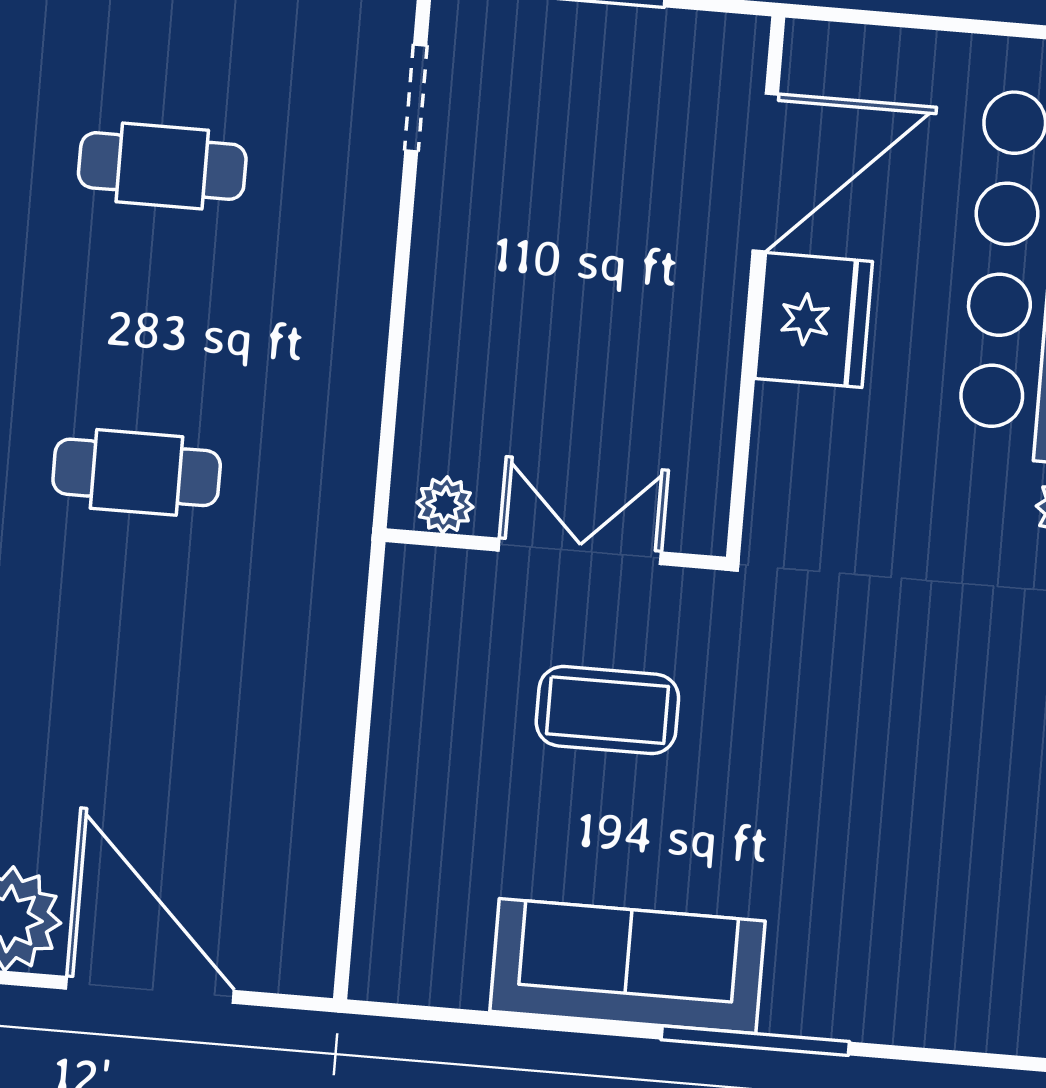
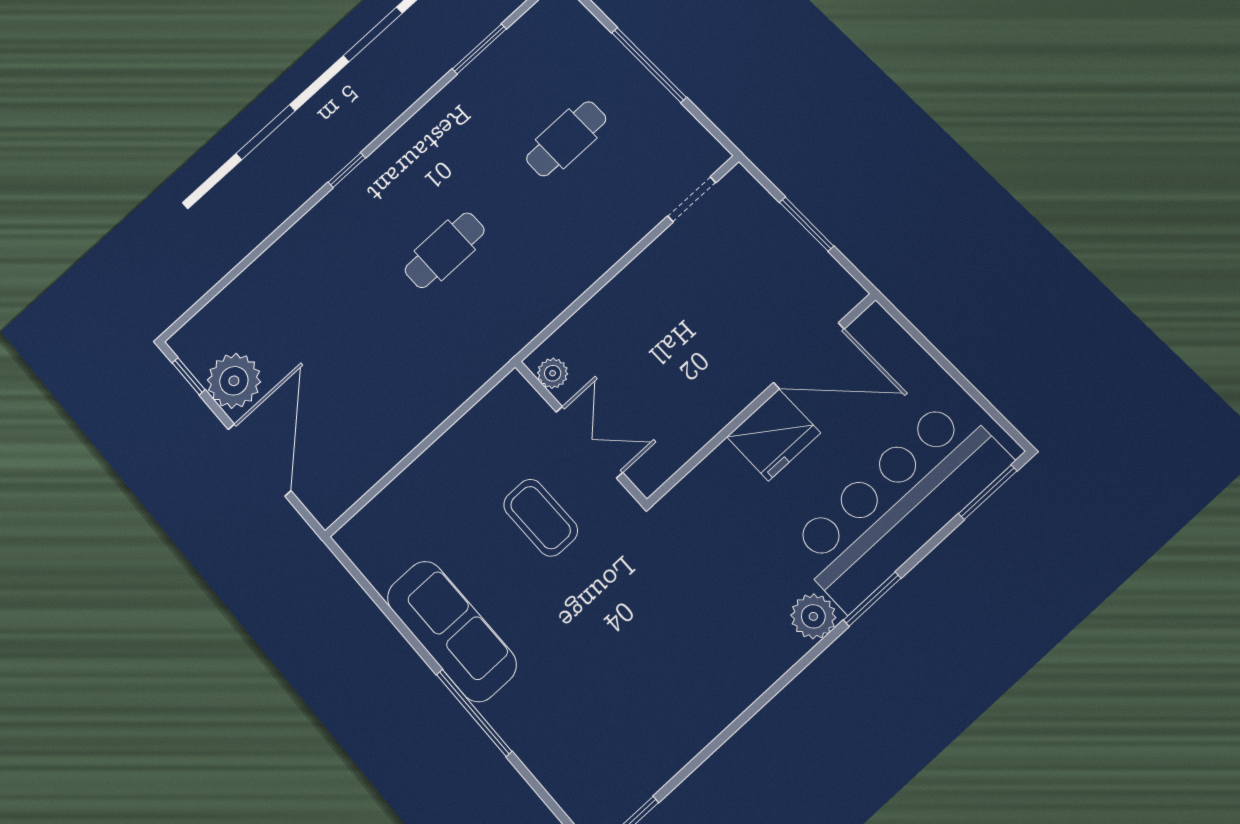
cafe table: (162, 166) -> (566, 139), turned 90
cafe table: (137, 472) -> (445, 250), turned 90

